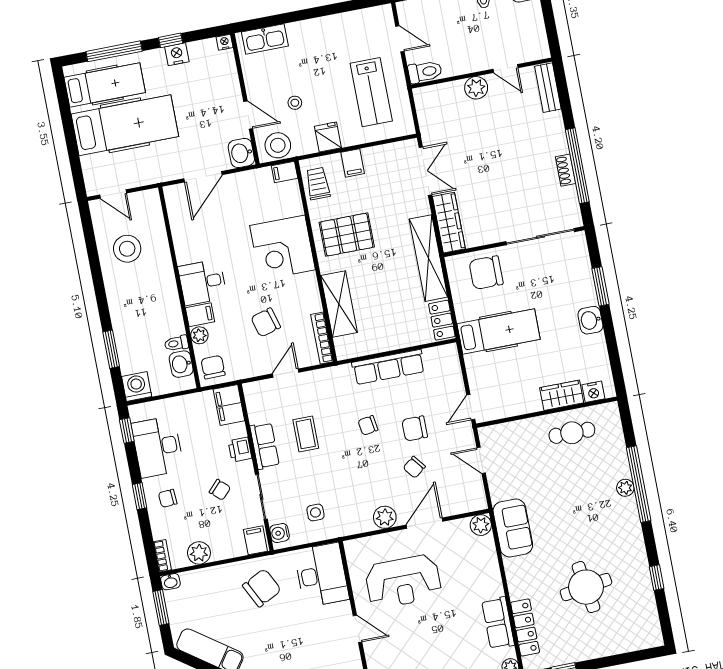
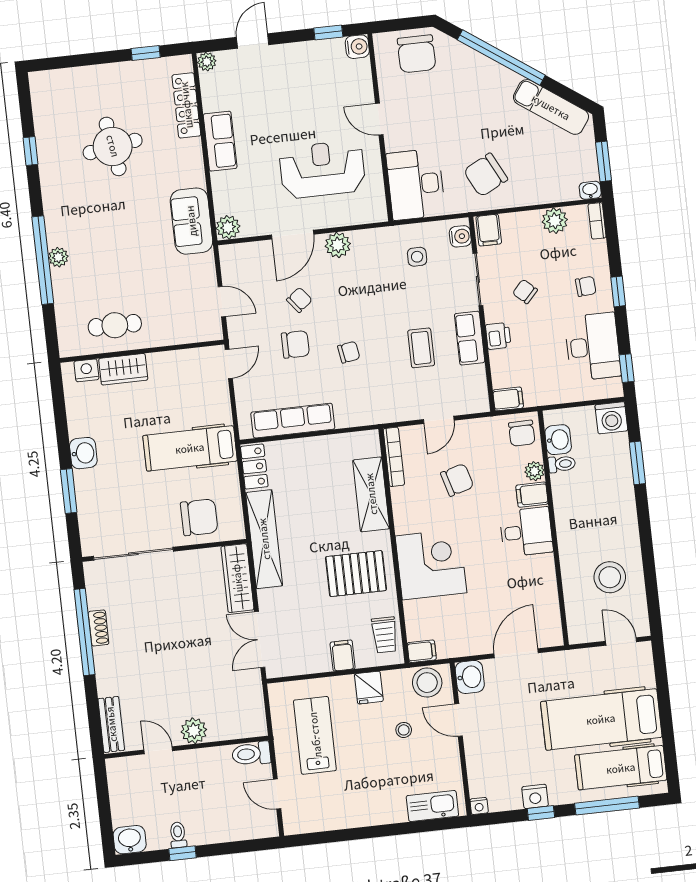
row of seats: (388, 367) -> (293, 421), moved
filing cabinet: (229, 405) -> (508, 399), width x0.50
row of seats: (498, 623) -> (220, 141), moved

